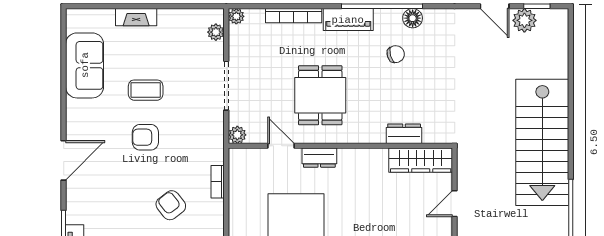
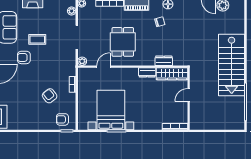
armchair: (145, 137) -> (24, 57), moved
door: (281, 146) -> (104, 67), hinge flipped
dresser: (319, 158) -> (147, 72), moved

